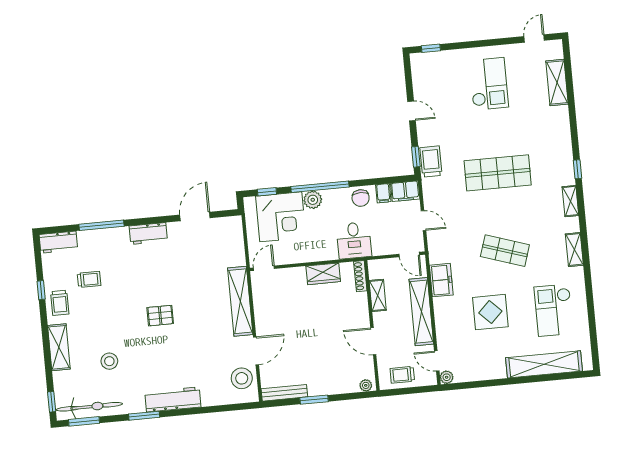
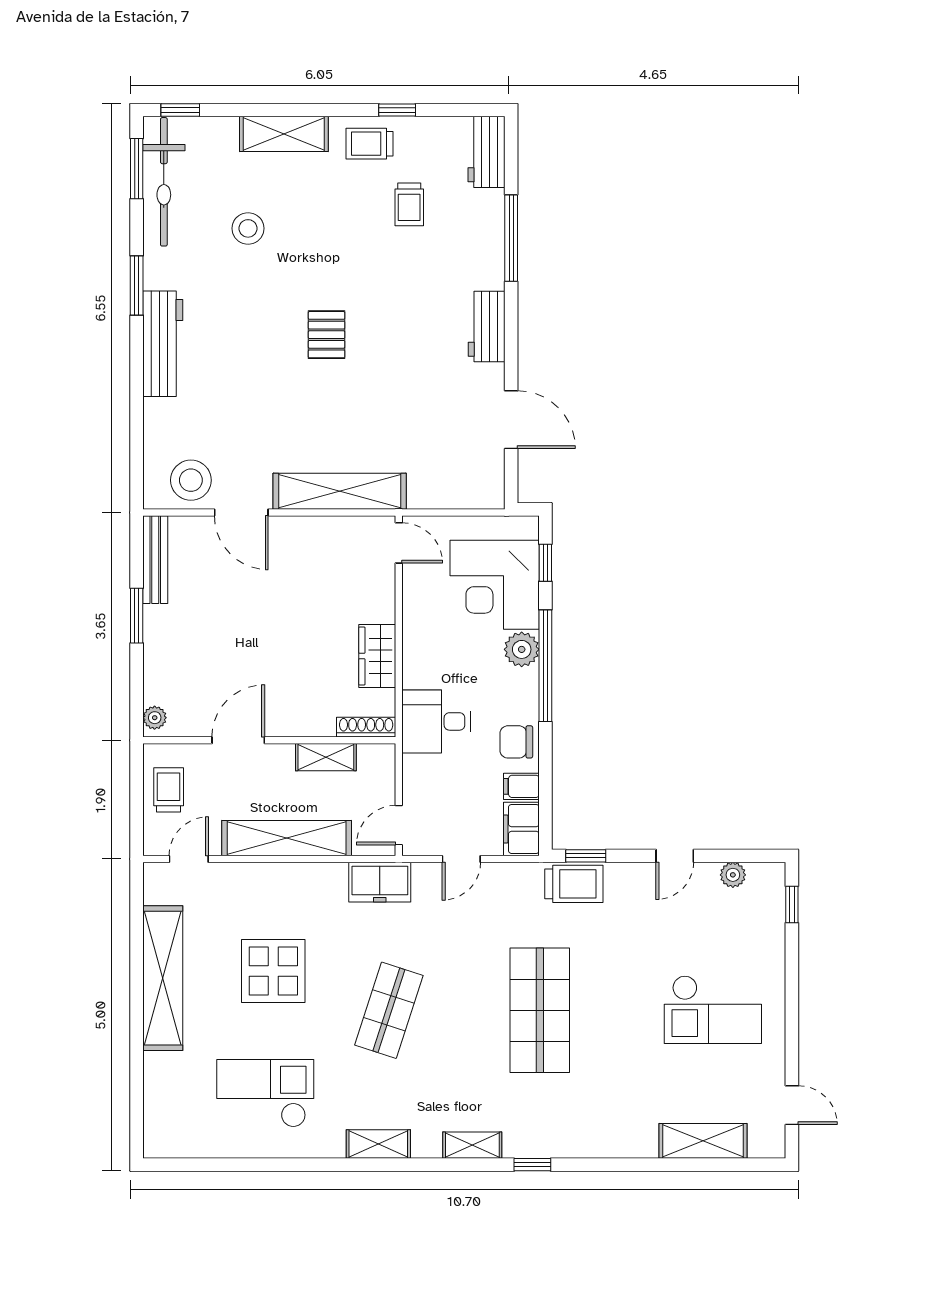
freezer: (441, 280) -> (380, 882), moved
shelving: (544, 364) -> (163, 978), moved
plant: (447, 377) -> (733, 875), moved

